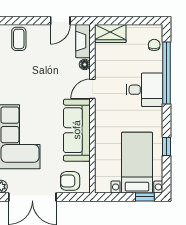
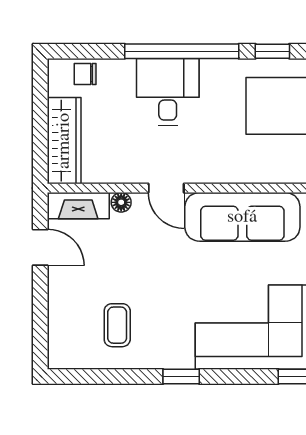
wardrobe: (110, 34) -> (64, 141), width x1.50
coffee table: (19, 39) -> (117, 325), moved, turned 90
window: (167, 73) -> (182, 51), moved

